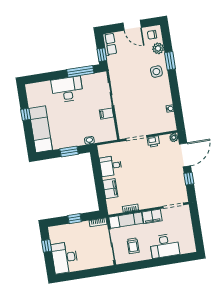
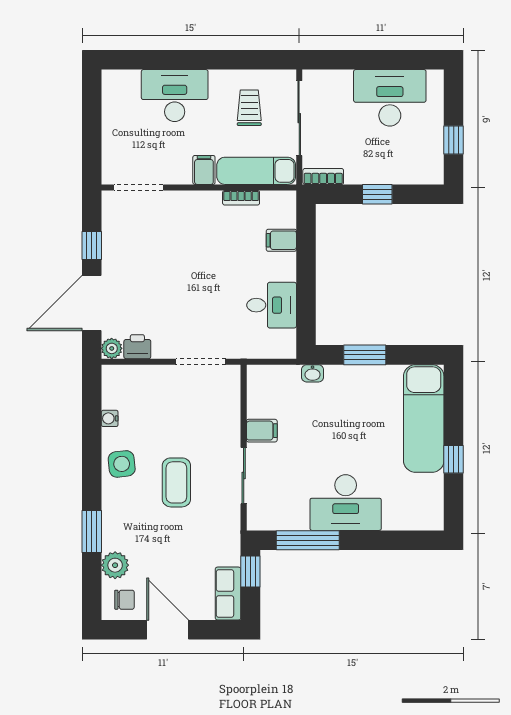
side table: (156, 72) -> (122, 464), moved
coffee table: (138, 87) -> (176, 482), added
printer: (153, 142) -> (137, 347), moved
filing cabinet: (110, 189) -> (281, 240), width x0.50
filing cabinet: (152, 216) -> (204, 170), width x0.50
desk: (65, 258) -> (390, 98), moved, turned -90

